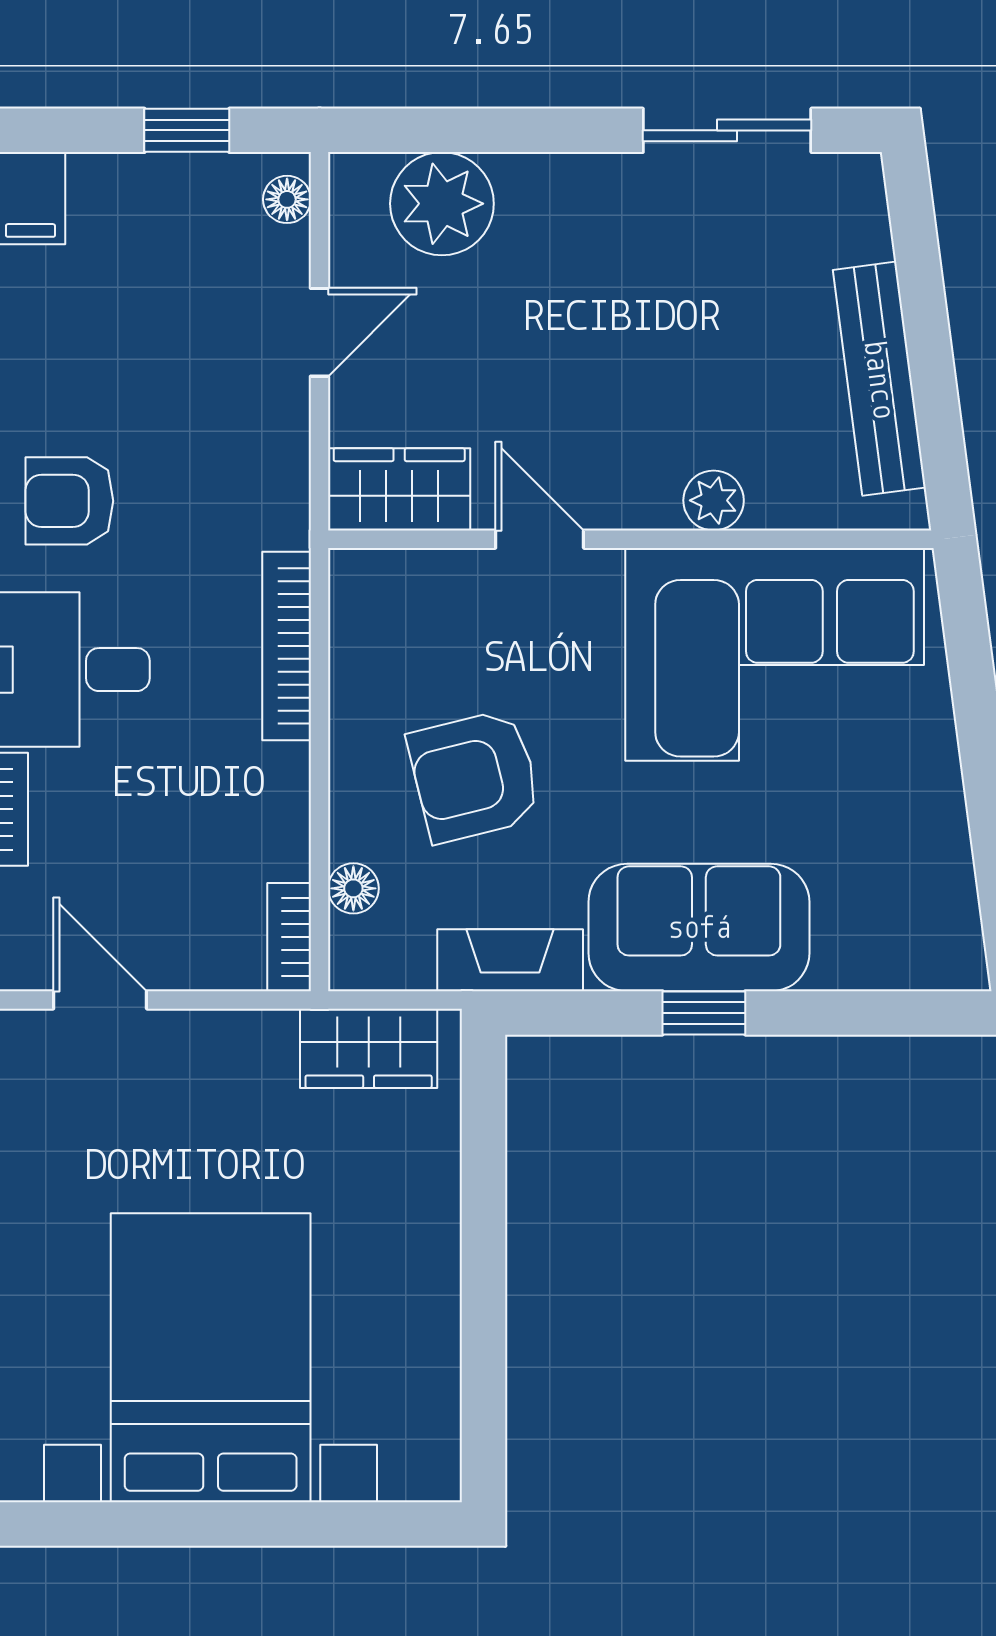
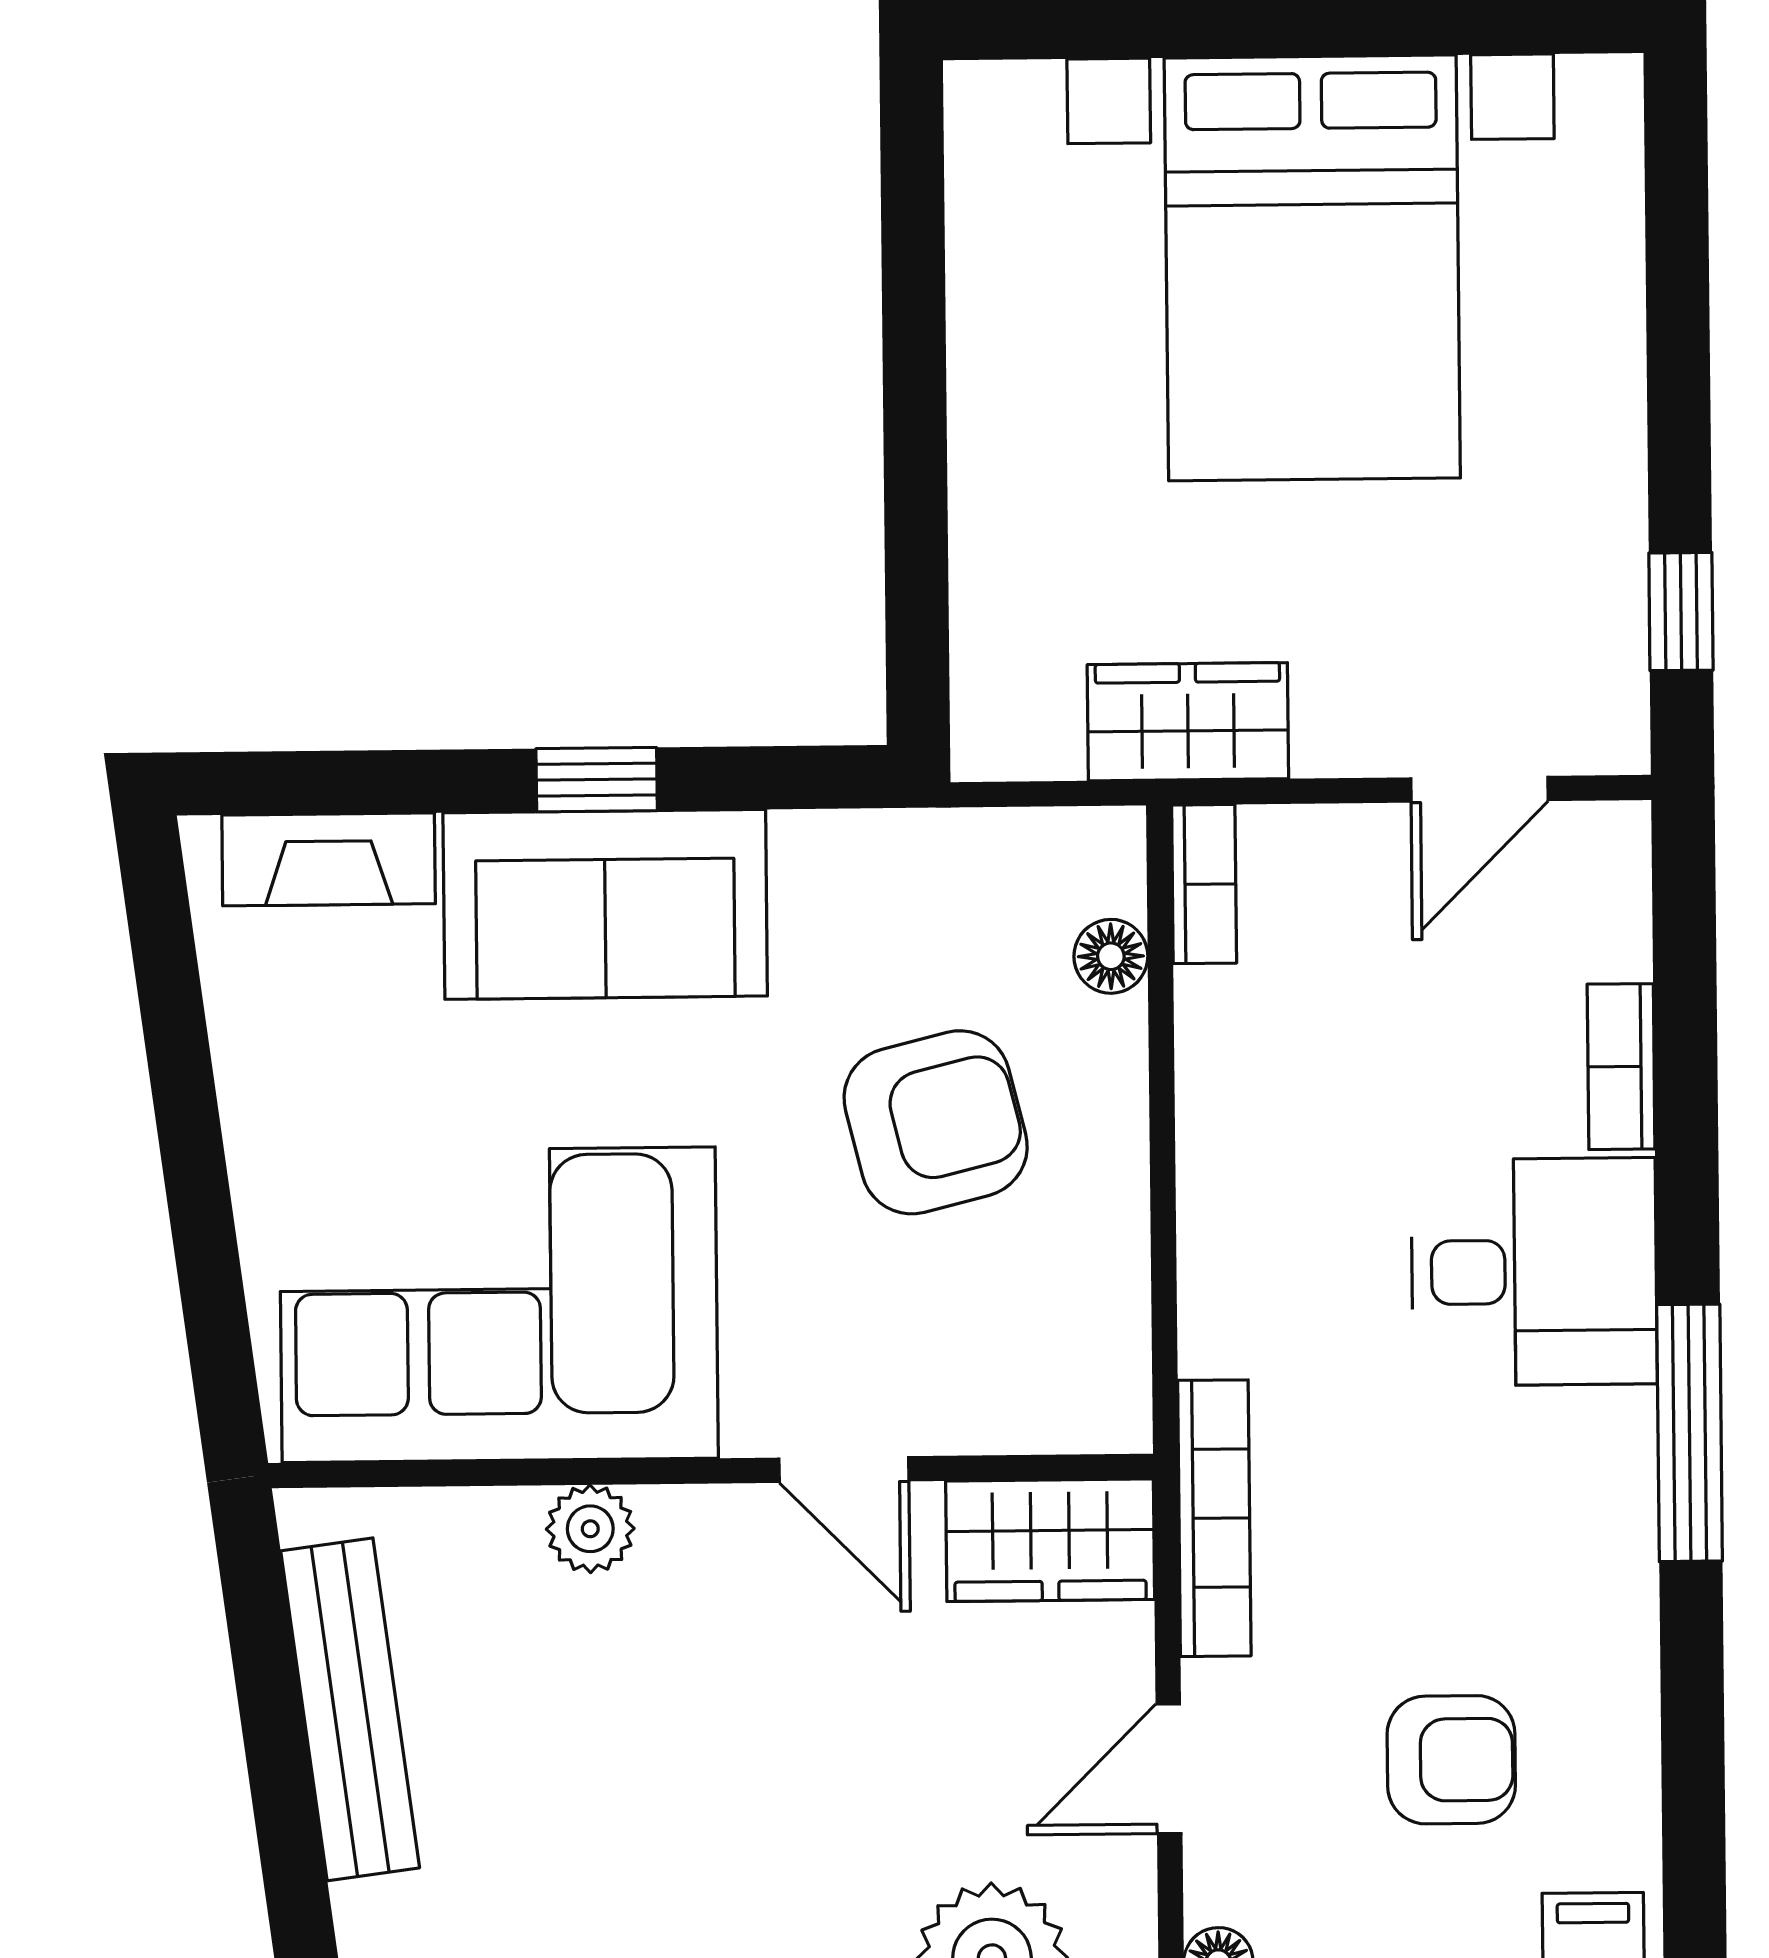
armchair: (69, 501) -> (1451, 1760), moved
bookcase: (287, 646) -> (1214, 1518), moved
fireplace: (510, 960) -> (329, 859), moved
door: (100, 1000) -> (1479, 789), hinge flipped
wardrobe: (369, 1048) -> (1188, 722), moved

